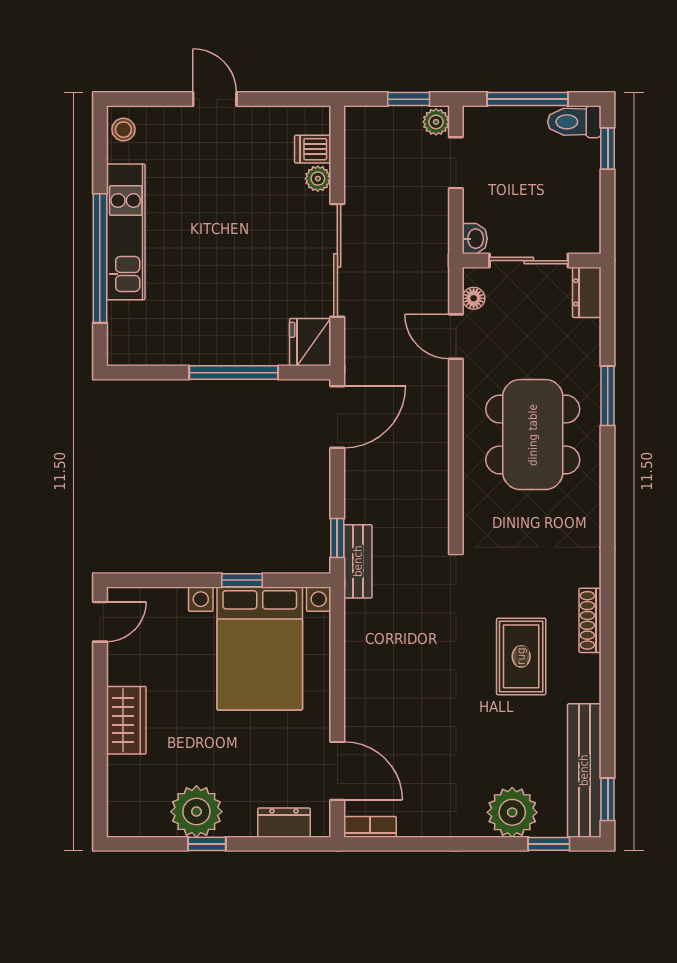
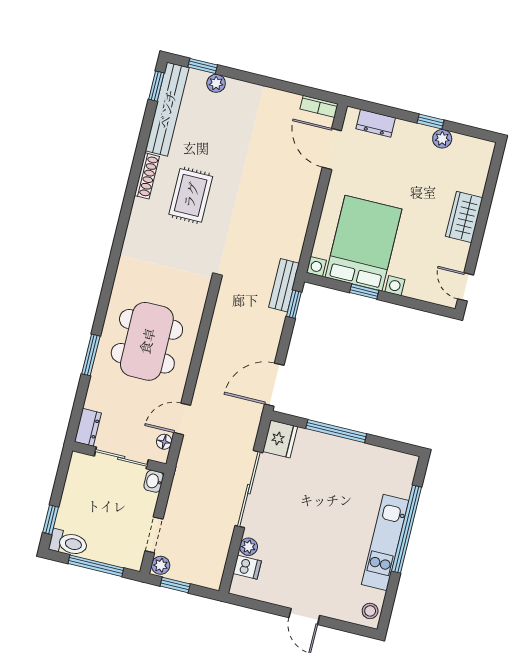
door: (456, 337) -> (182, 419), swing flipped
shoe rack: (590, 620) -> (147, 176), moved
door: (100, 622) -> (466, 287), hinge flipped
plant: (196, 812) -> (442, 139), width x0.53, depth x0.53
plant: (512, 812) -> (216, 83), width x0.53, depth x0.53

